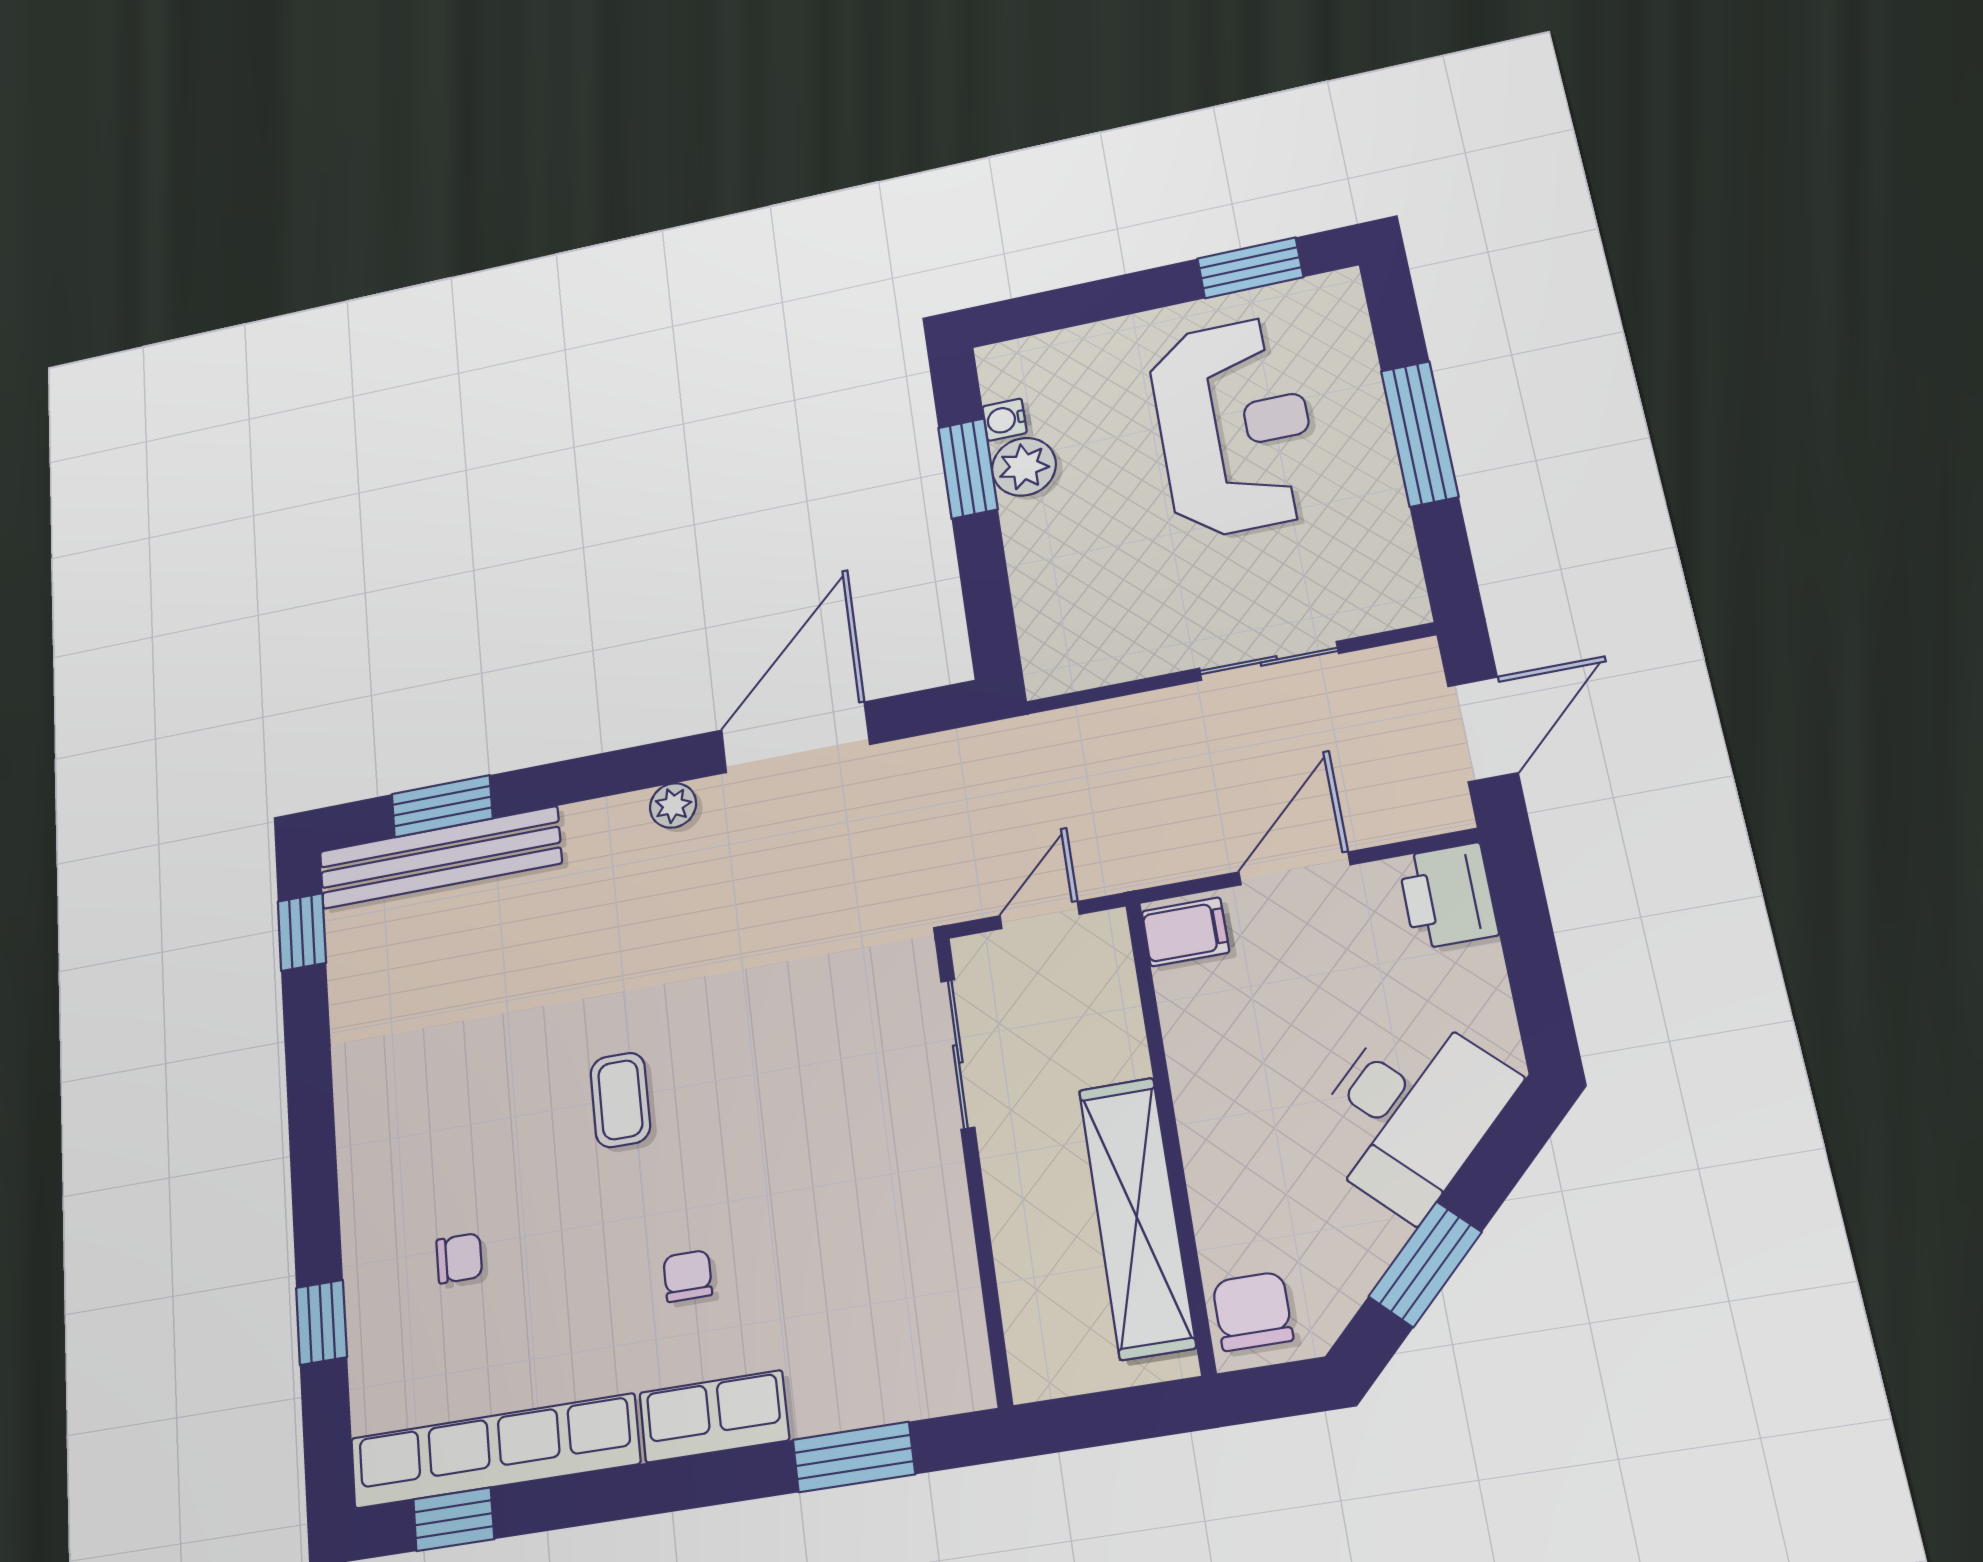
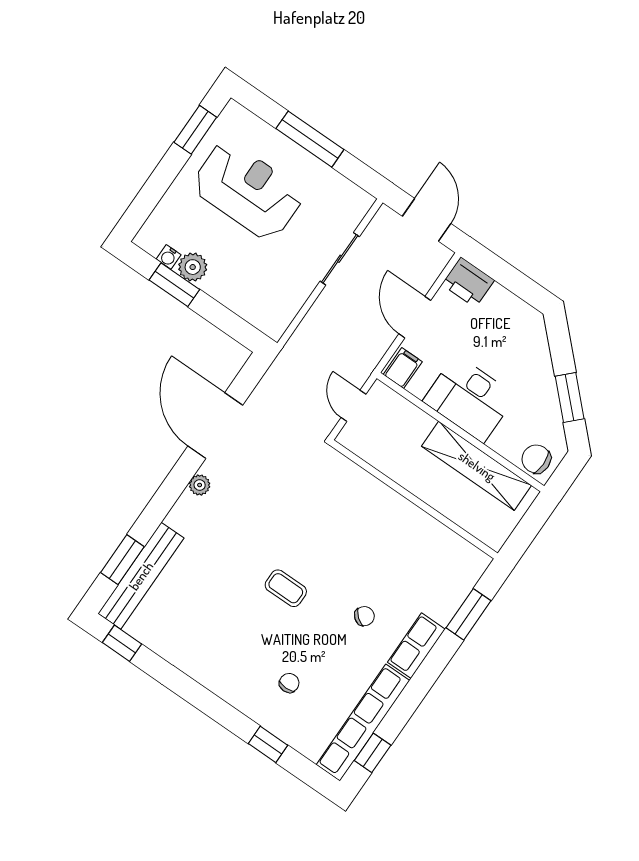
sliding door: (958, 1054) -> (374, 472), removed
desk: (1410, 1112) -> (469, 399), moved, turned 135
chair: (688, 1276) -> (364, 616), turned 129

